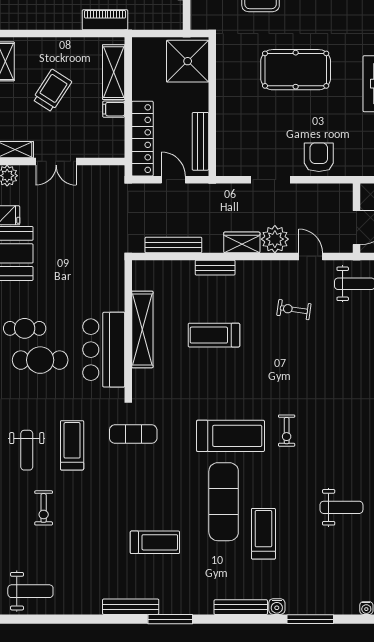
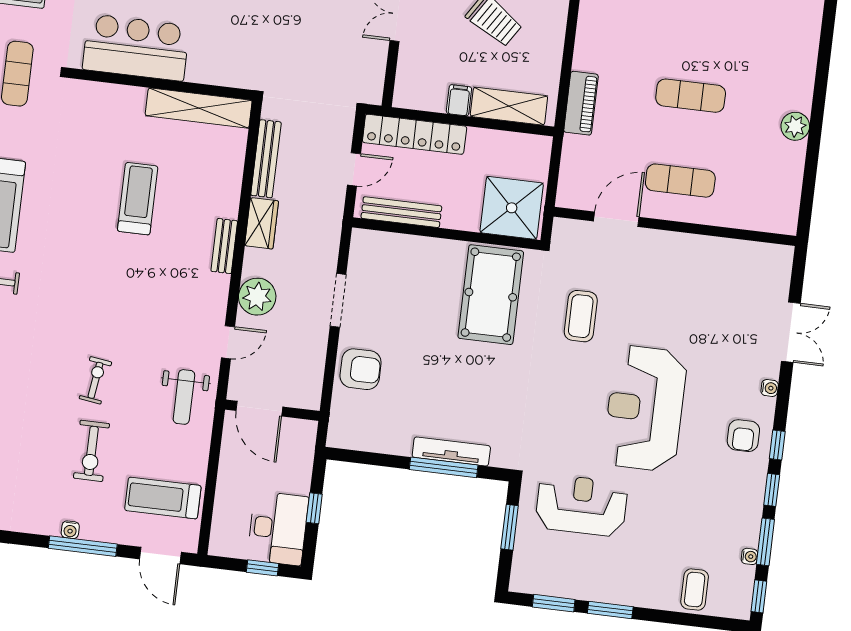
pool table: (296, 70) -> (491, 295), moved
wardrobe: (242, 242) -> (262, 223), moved
bench: (215, 268) -> (224, 246), moved
exercise bike: (294, 310) -> (95, 380), moved
shelving: (142, 329) -> (199, 108), moved

